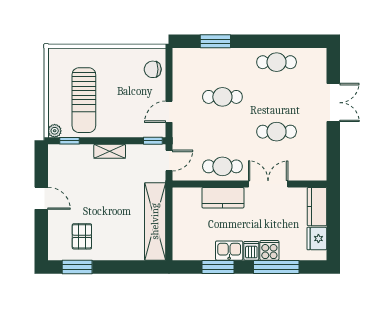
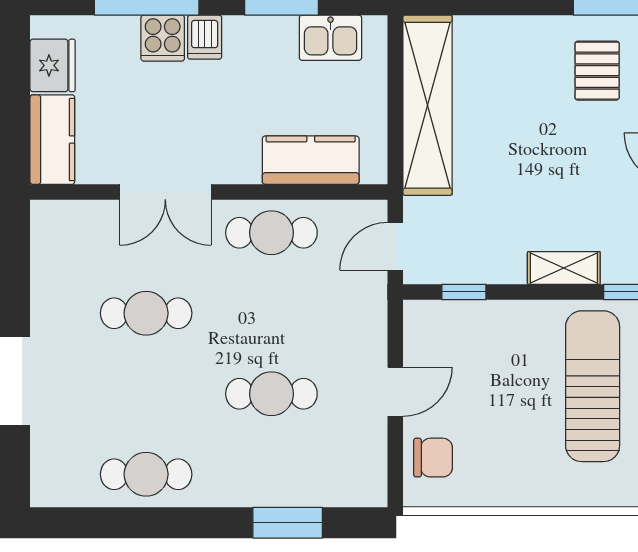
door: (169, 112) -> (395, 392), moved
window: (153, 141) -> (464, 292), moved
shelving: (110, 151) -> (564, 268), moved
kitchen counter: (223, 198) -> (311, 160), moved
kitchen sink: (229, 251) -> (330, 38), moved

